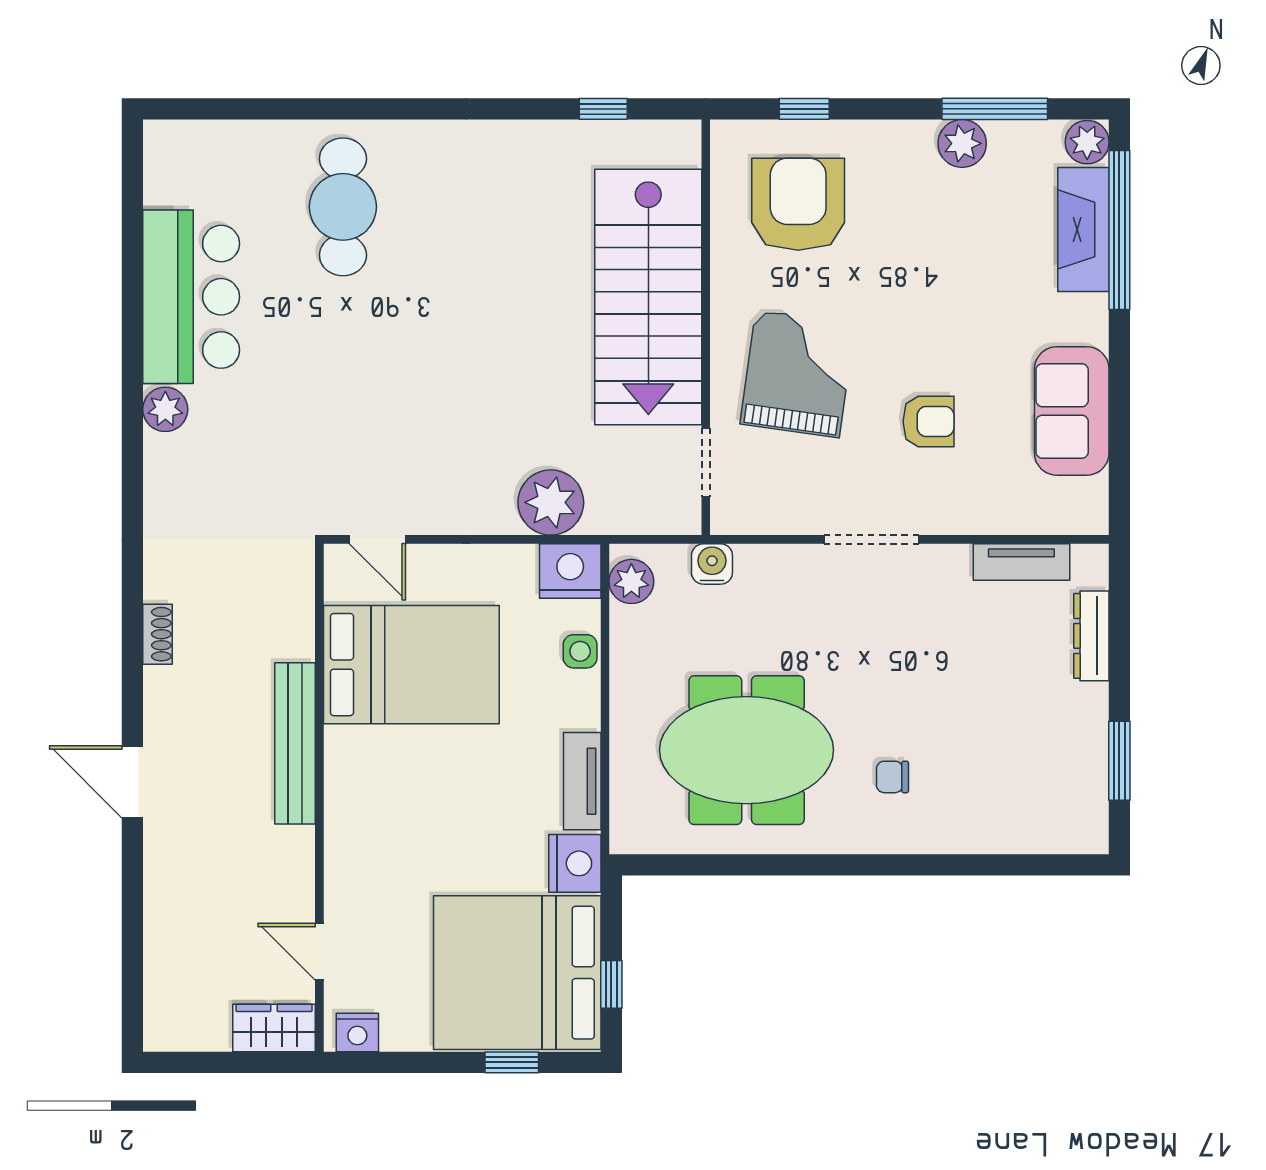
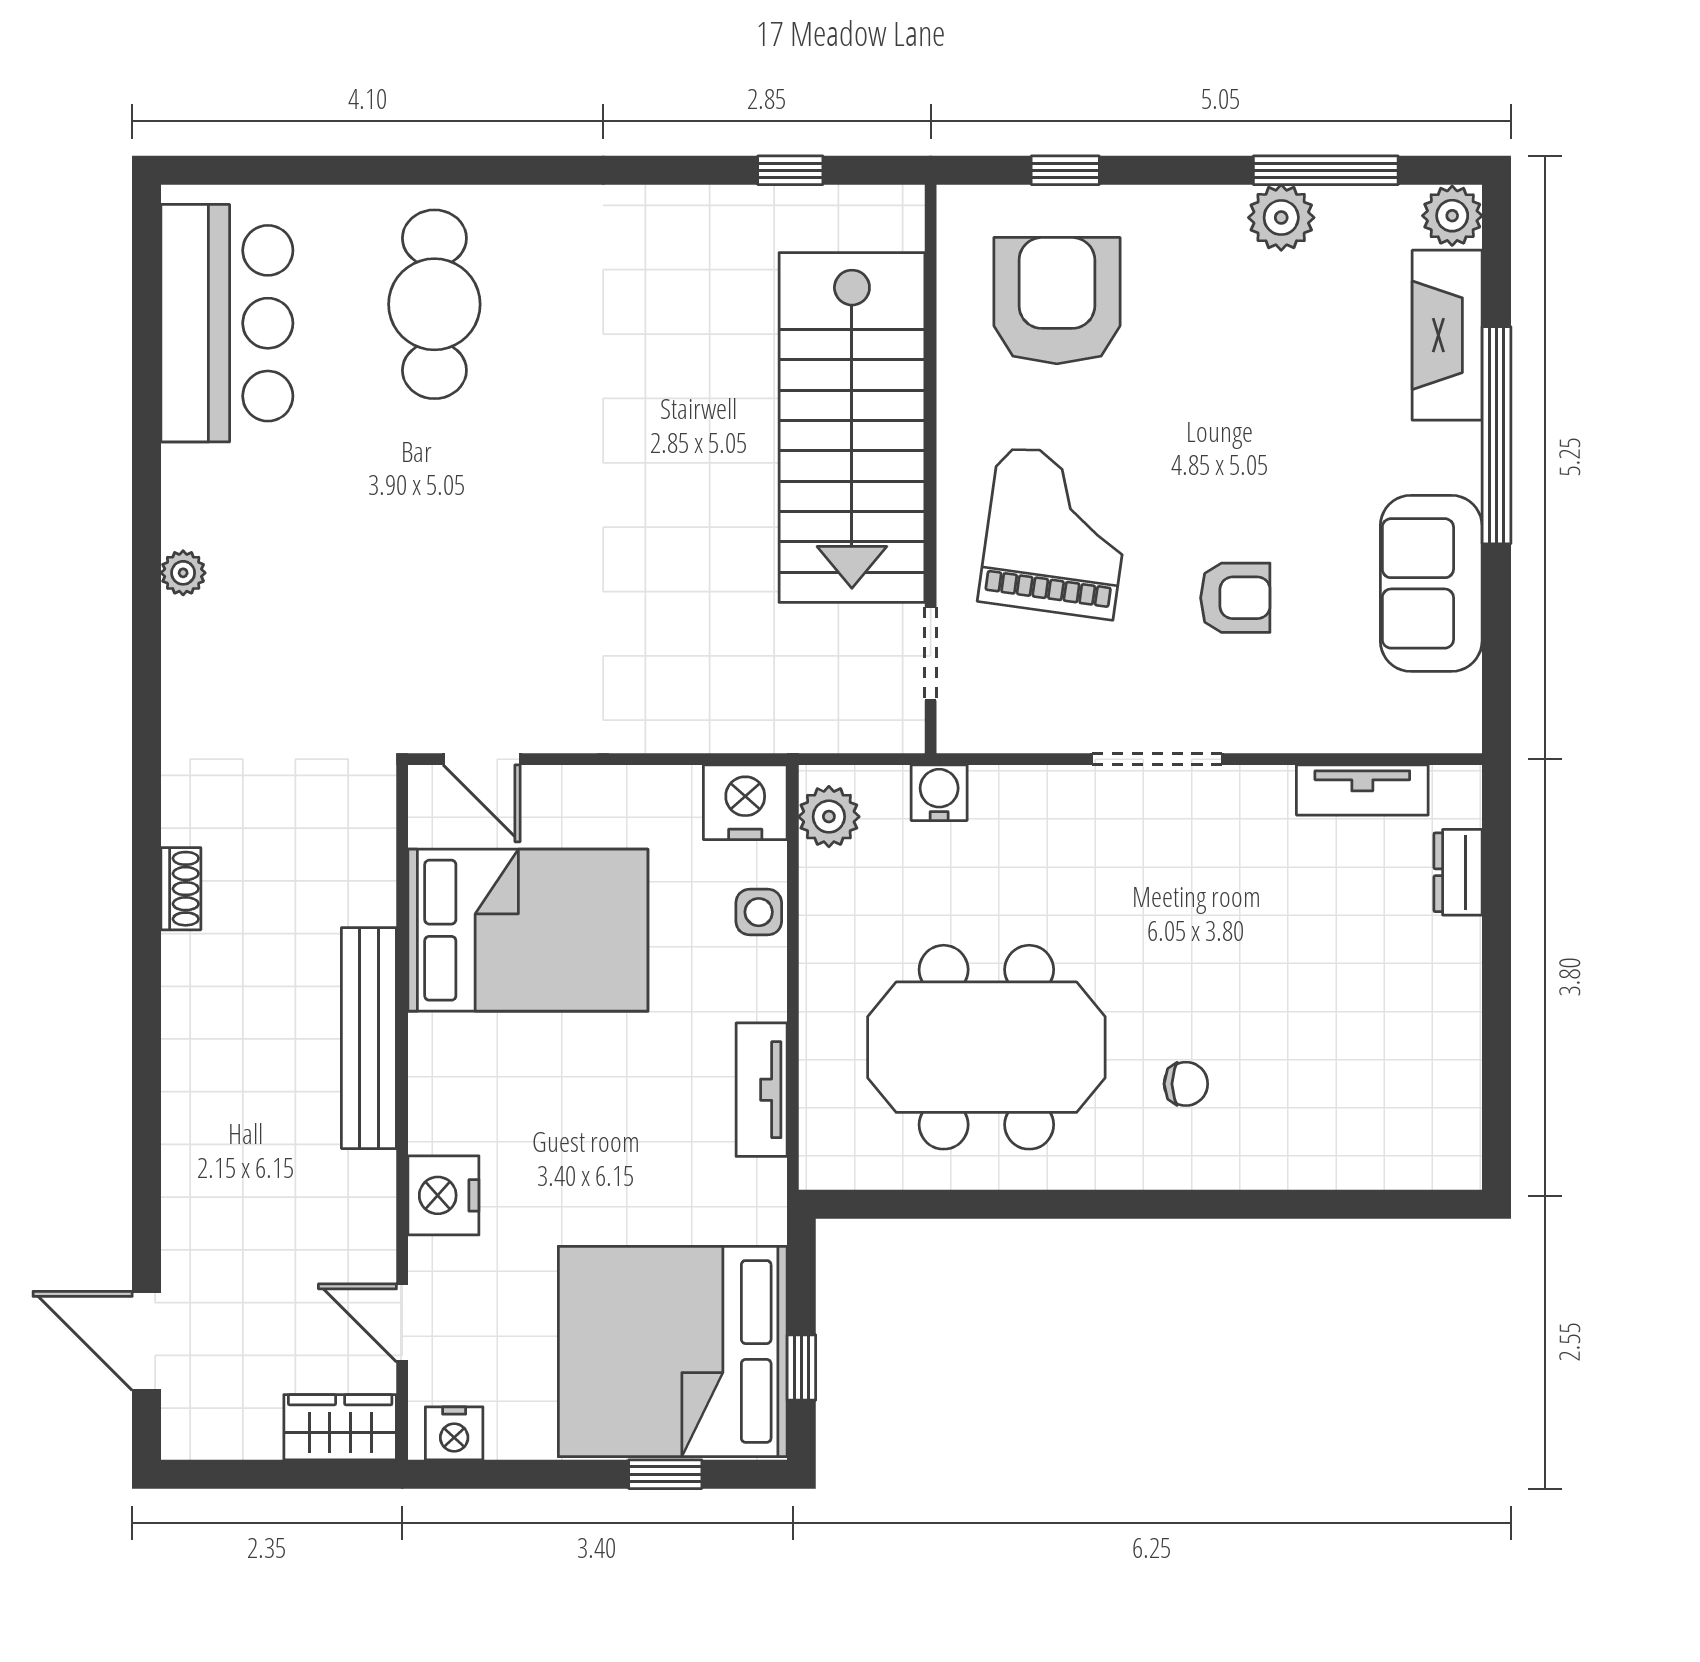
window: (1119, 230) -> (1496, 435), moved
bar counter: (191, 297) -> (227, 323), moved
plant: (165, 409) -> (183, 573), width x0.73, depth x0.73
plant: (551, 502) -> (719, 709), removed
dresser: (1091, 636) -> (1458, 872), width x0.70
window: (1119, 761) -> (1496, 1062), removed
chair: (892, 777) -> (1186, 1084), turned 180
door: (132, 782) -> (147, 1341), moved
nightstand: (575, 863) -> (443, 1195), moved, turned 180

